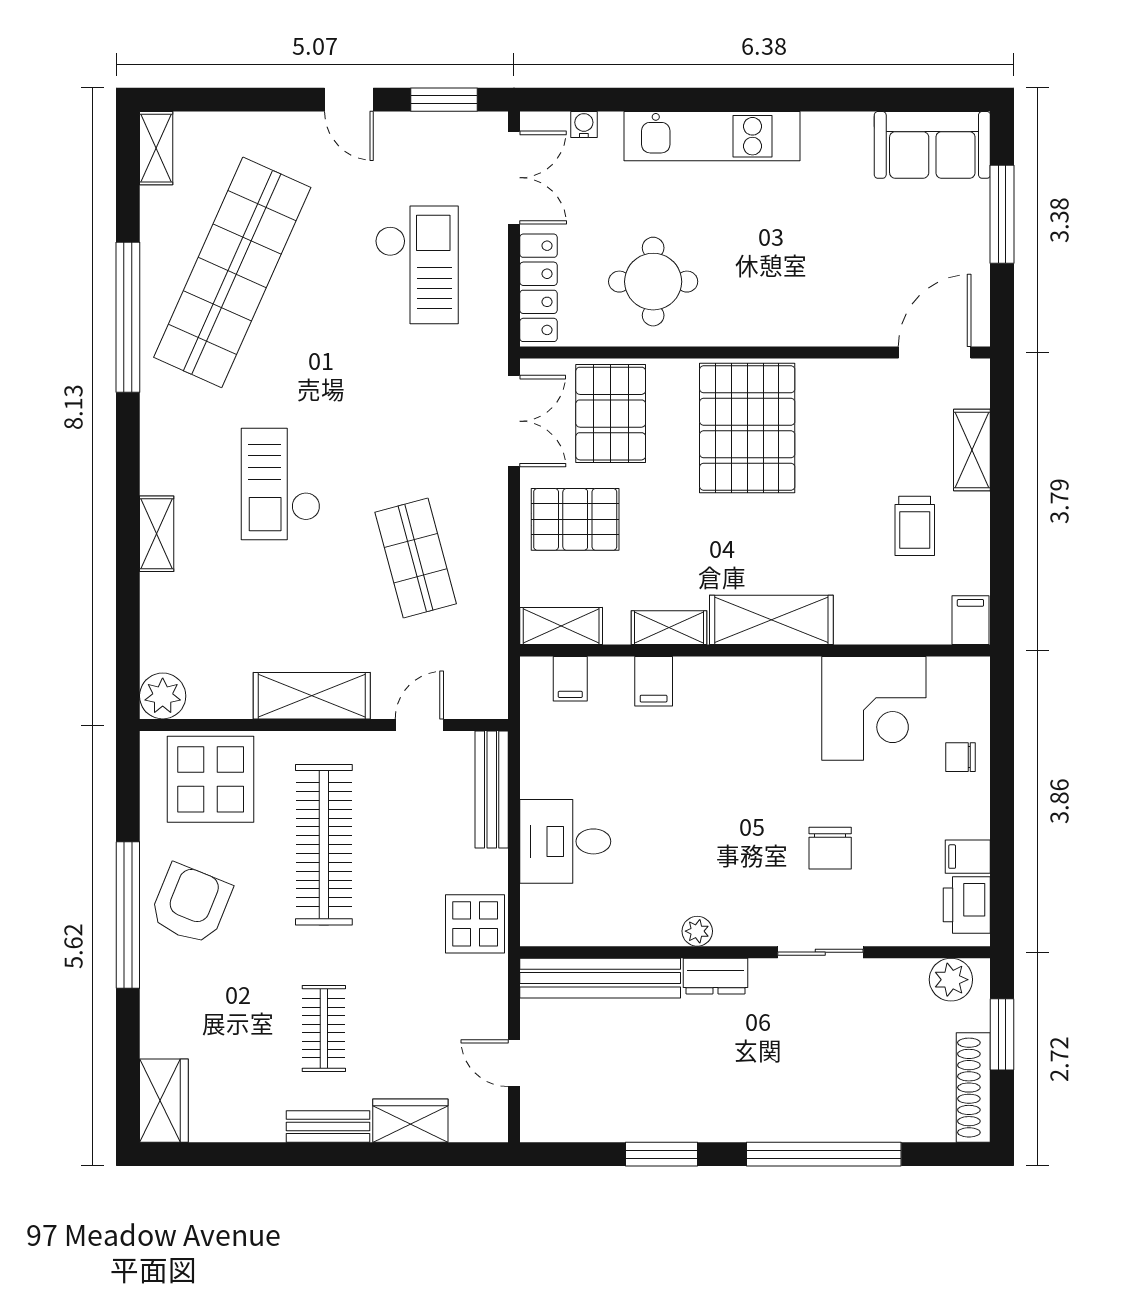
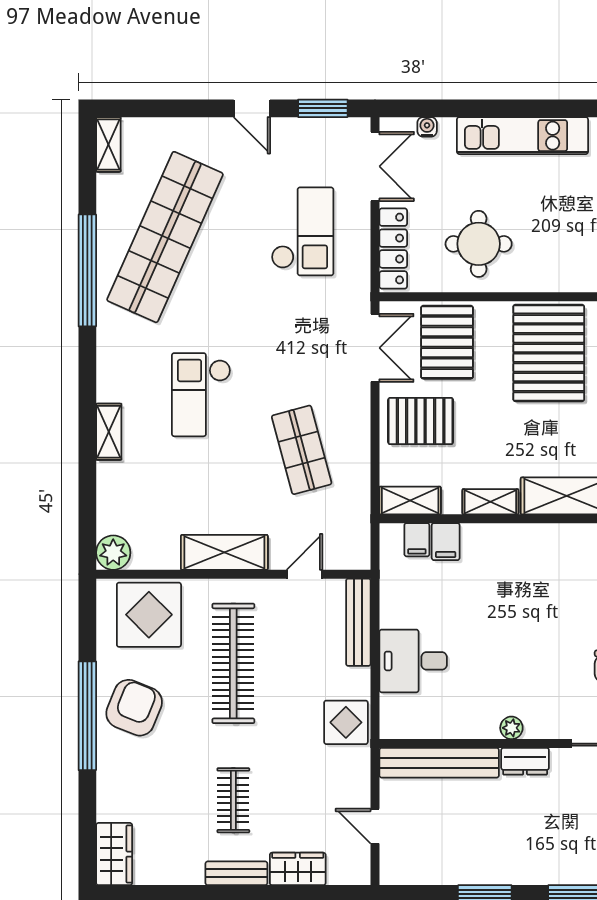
filing cabinet: (654, 681) -> (446, 542), moved

